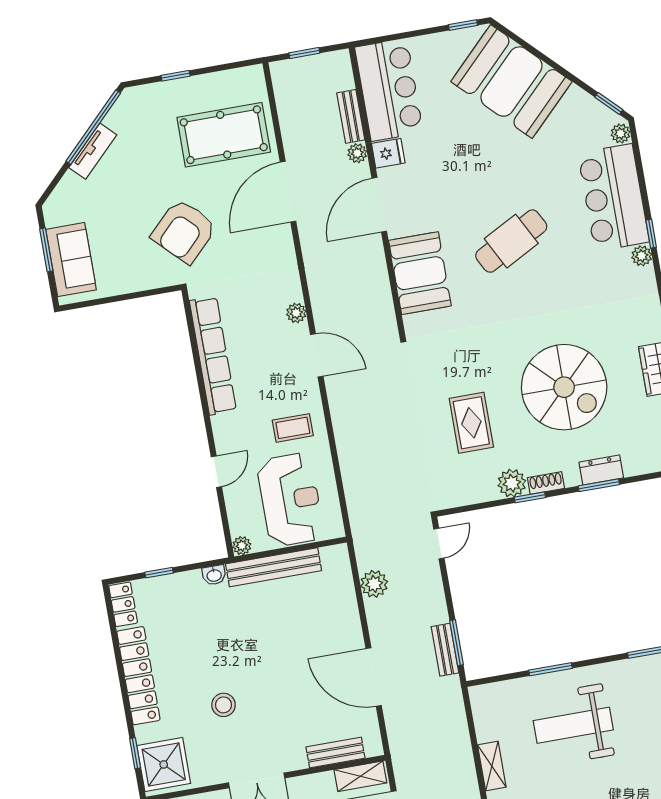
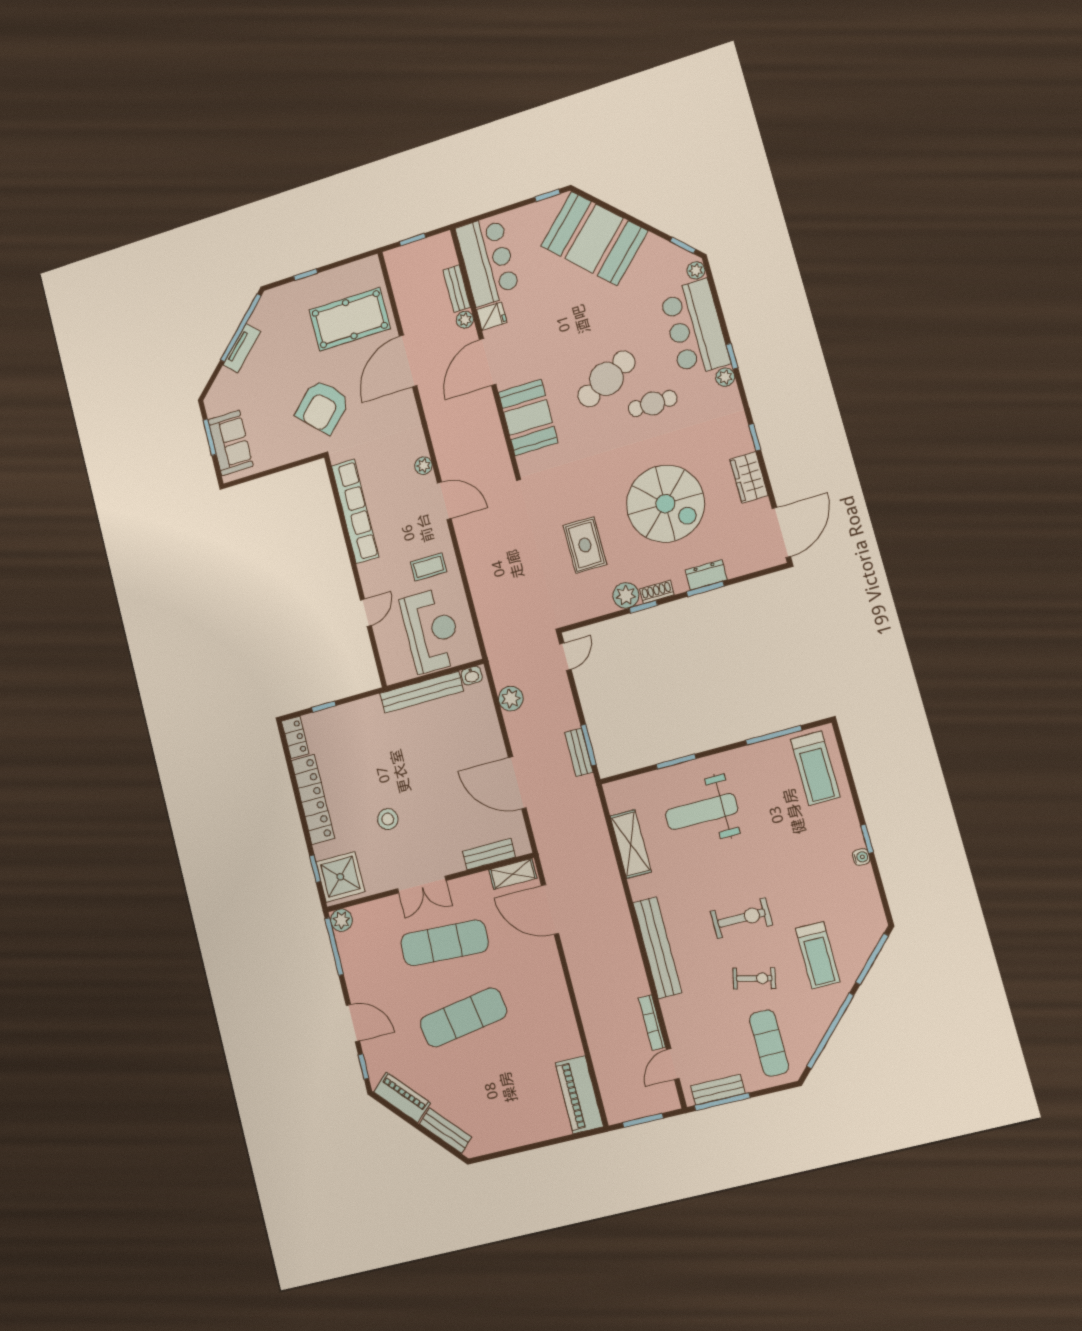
cafe table: (560, 275) -> (653, 403), added
plant: (242, 546) -> (393, 676), removed
washbasin: (214, 575) -> (472, 676), moved
shelving: (492, 766) -> (631, 844), width x1.50, depth x1.33

